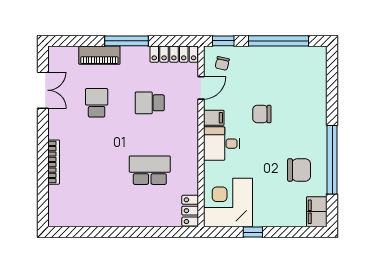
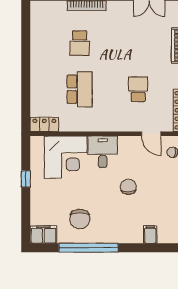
school desk: (97, 103) -> (80, 43), moved, turned 90
filing cabinet: (214, 118) -> (150, 234), moved, turned 180
corner desk: (228, 203) -> (66, 157), moved, turned 90

